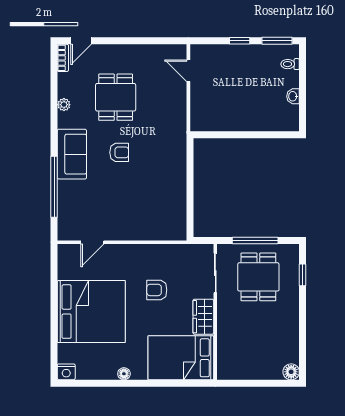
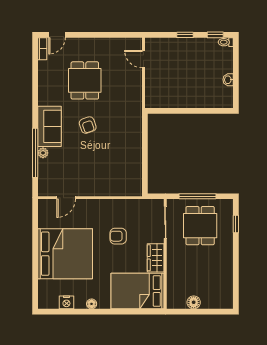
window: (277, 41) -> (215, 35), width x0.67
toilet: (290, 64) -> (226, 42), moved
plant: (64, 105) -> (43, 153), moved
armchair: (119, 152) -> (88, 125), turned 71
nightstand: (66, 372) -> (66, 302), moved
floor lamp: (291, 372) -> (194, 302), moved

